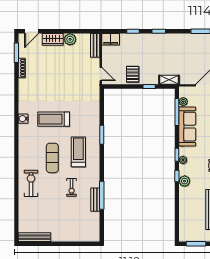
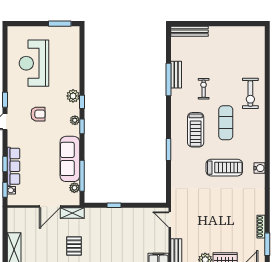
pallet: (133, 74) -> (74, 246), moved
shelving: (169, 80) -> (72, 213), moved
bench: (35, 237) -> (190, 31), moved

